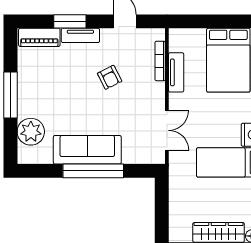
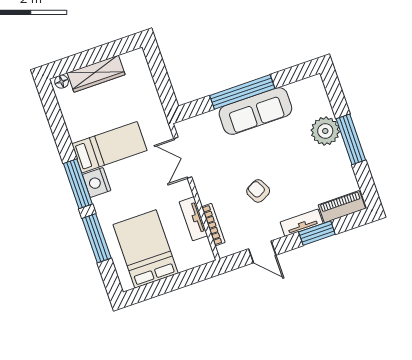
plant: (31, 132) -> (325, 131), moved

